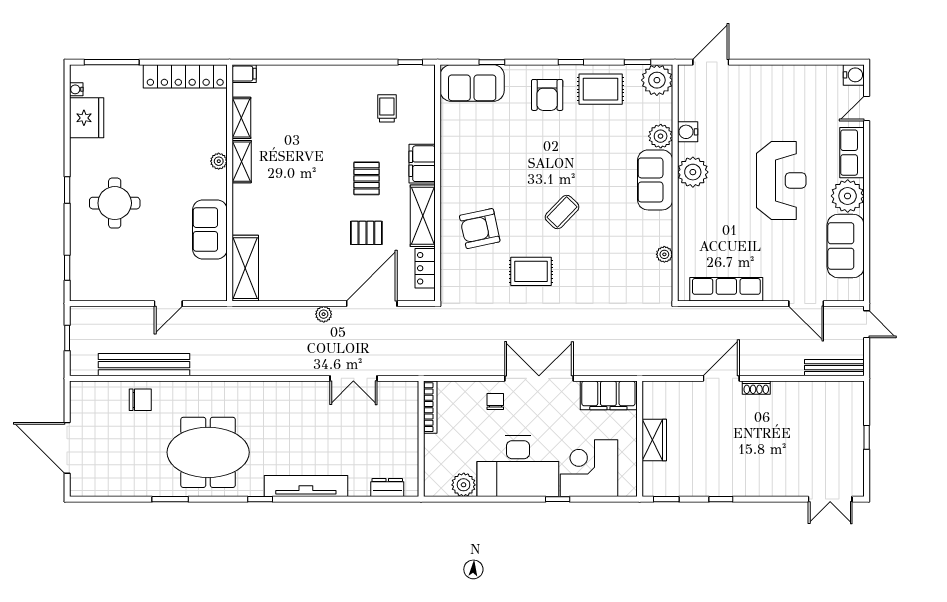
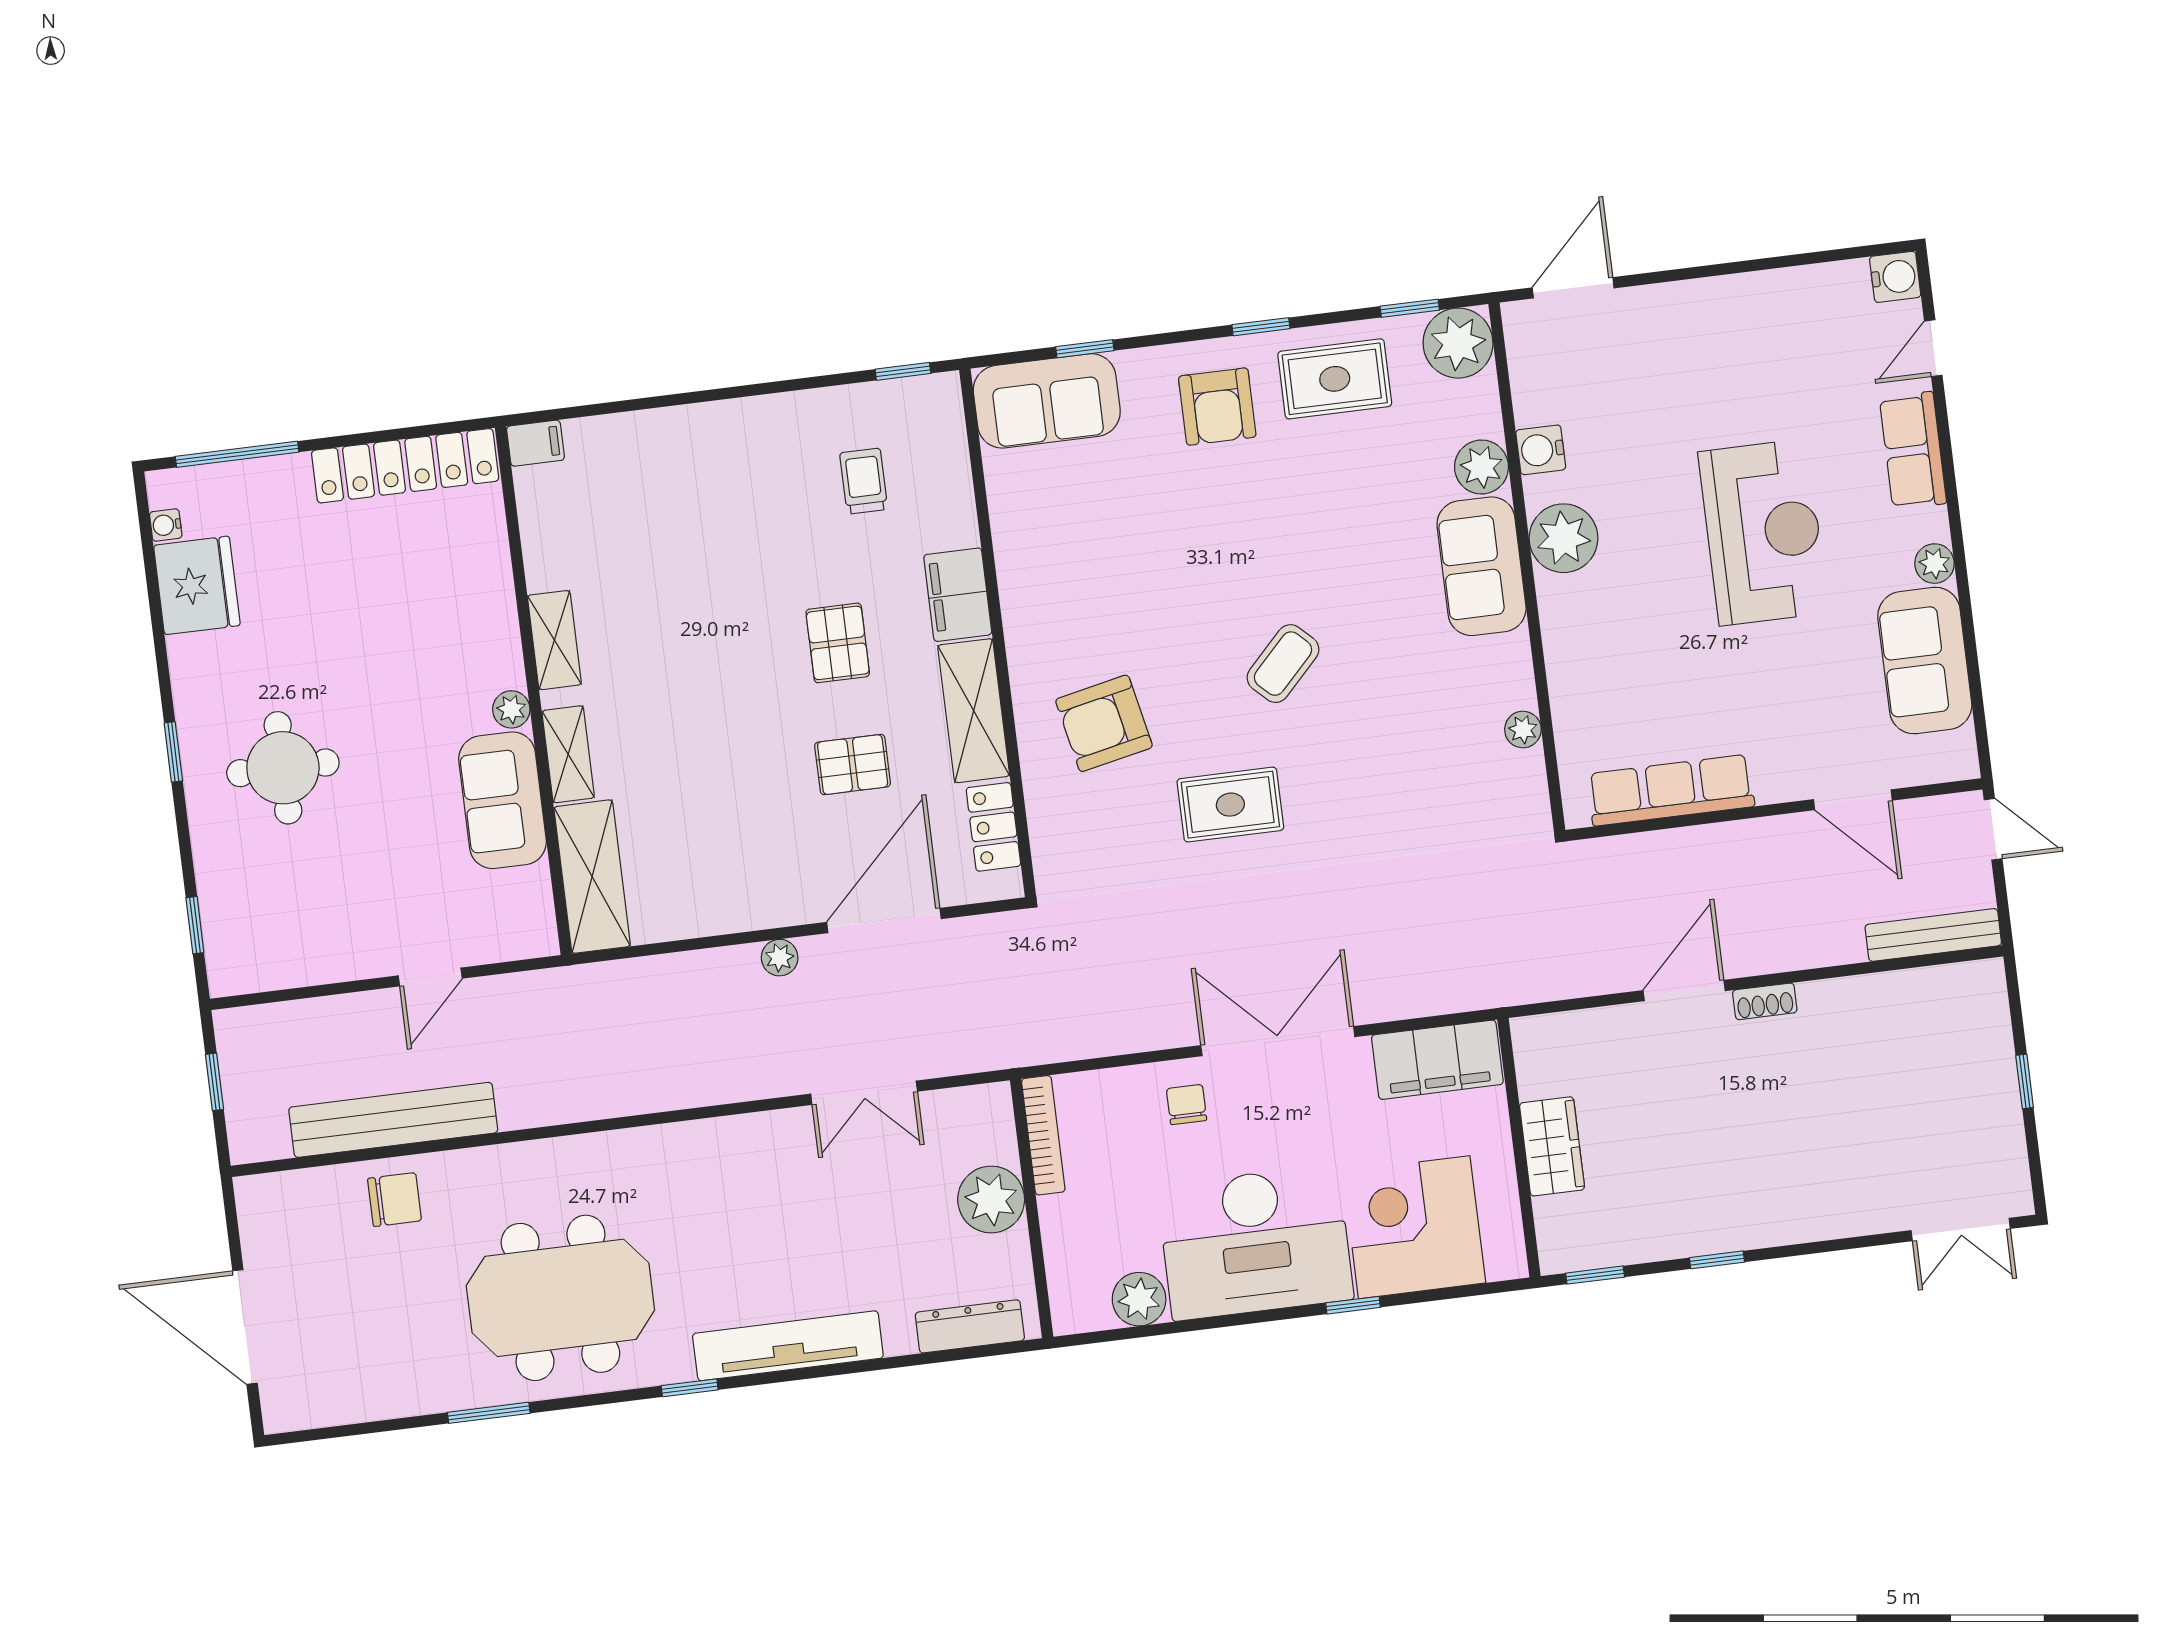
shelving: (241, 118) -> (568, 754), moved
plant: (219, 161) -> (511, 709), moved
plant: (848, 196) -> (1935, 564), width x0.53, depth x0.53
plant: (404, 433) -> (991, 1199), added
dresser: (387, 488) -> (970, 1326), width x1.44

